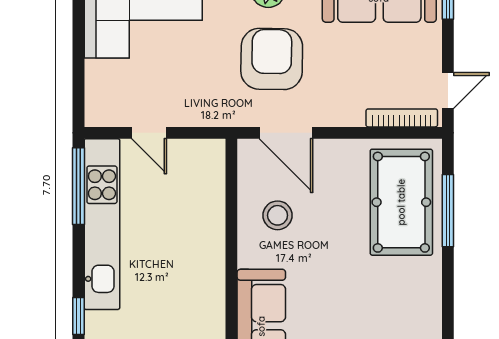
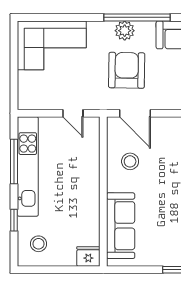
door: (149, 133) -> (73, 113), moved
window: (78, 186) -> (14, 162), moved

